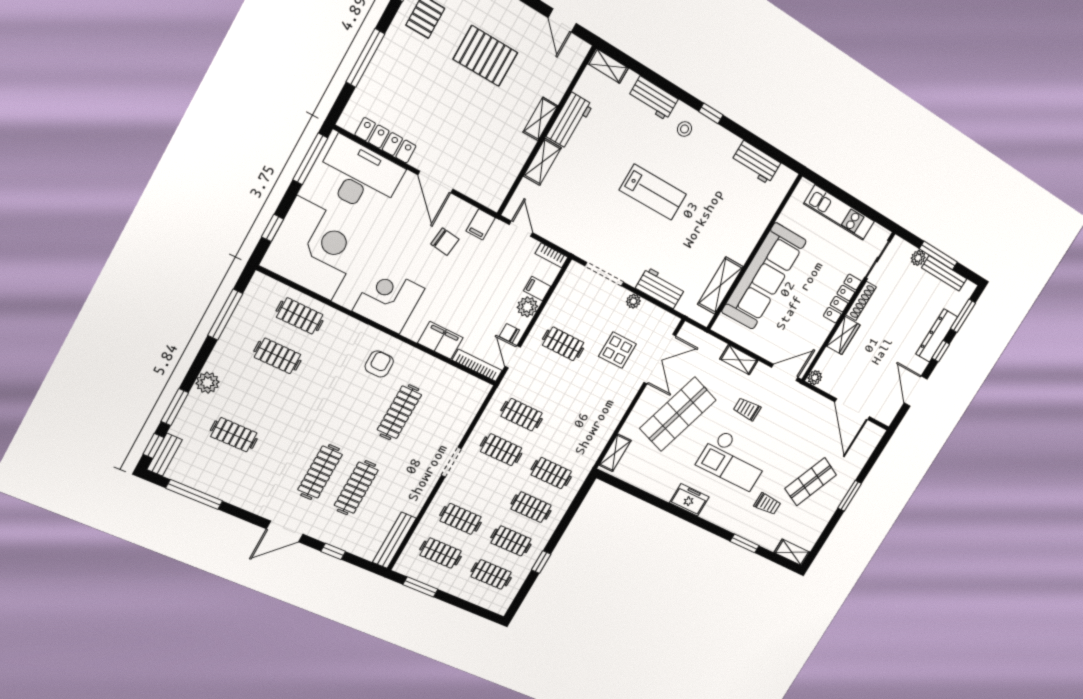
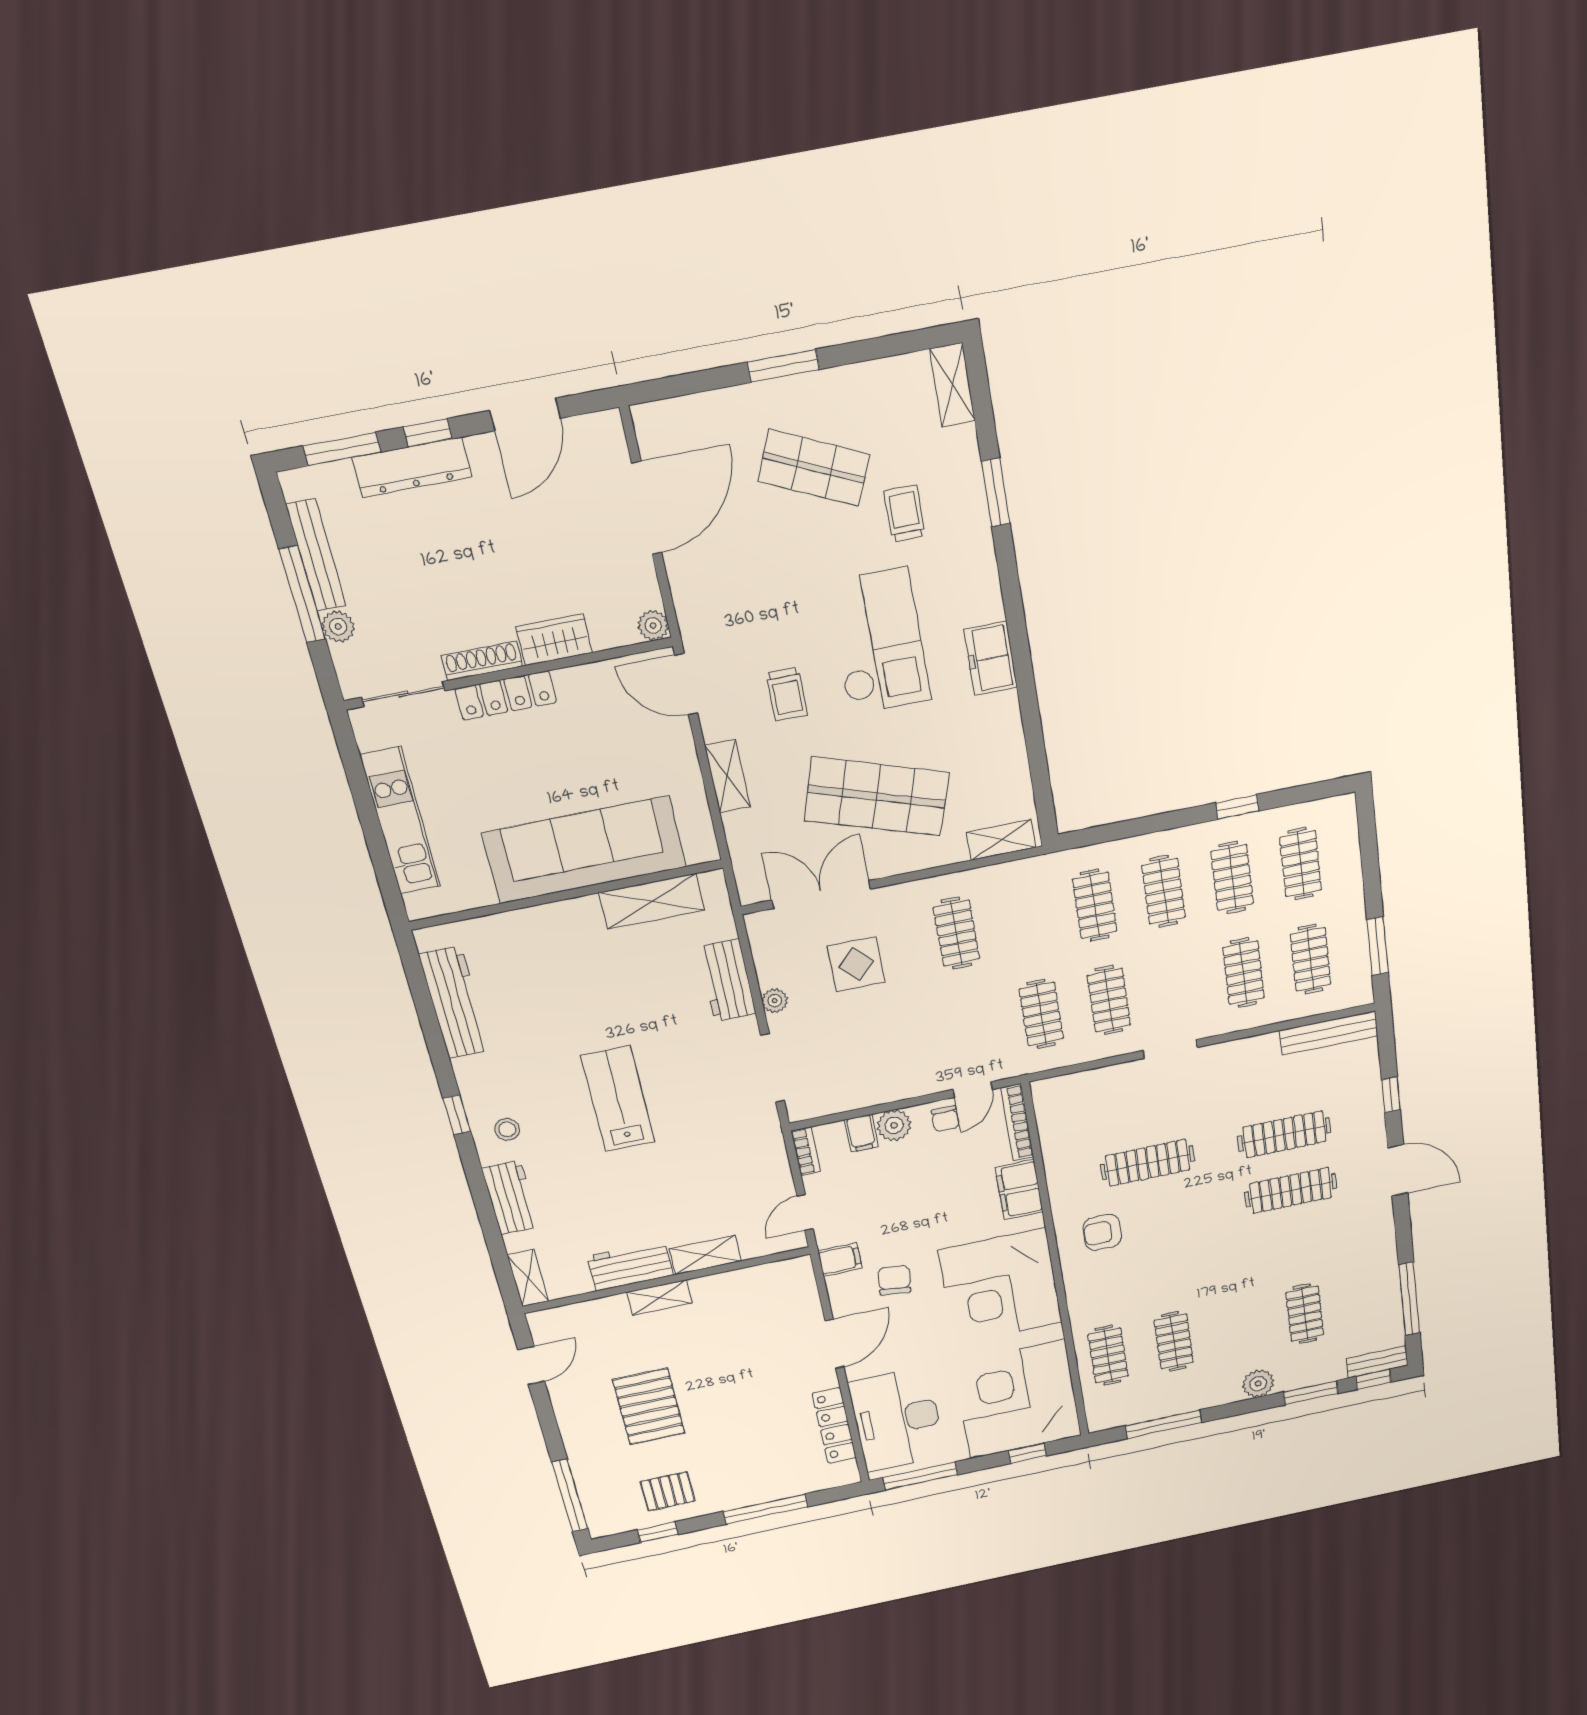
workbench: (756, 162) -> (455, 1002), width x1.38
corner desk: (389, 300) -> (1000, 1286), width x1.36, depth x1.36
clothes rail: (563, 344) -> (956, 933), moved

